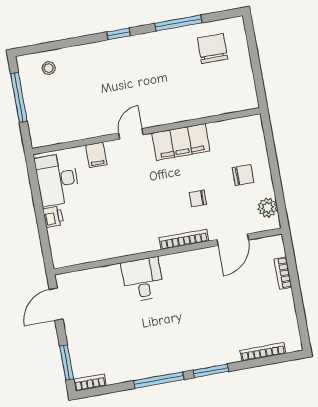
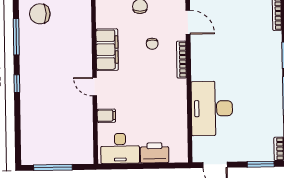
stool: (49, 68) -> (34, 141), removed
printer: (53, 217) -> (155, 153), width x1.87, depth x1.48
desk: (143, 279) -> (212, 108), width x1.87, depth x1.30

